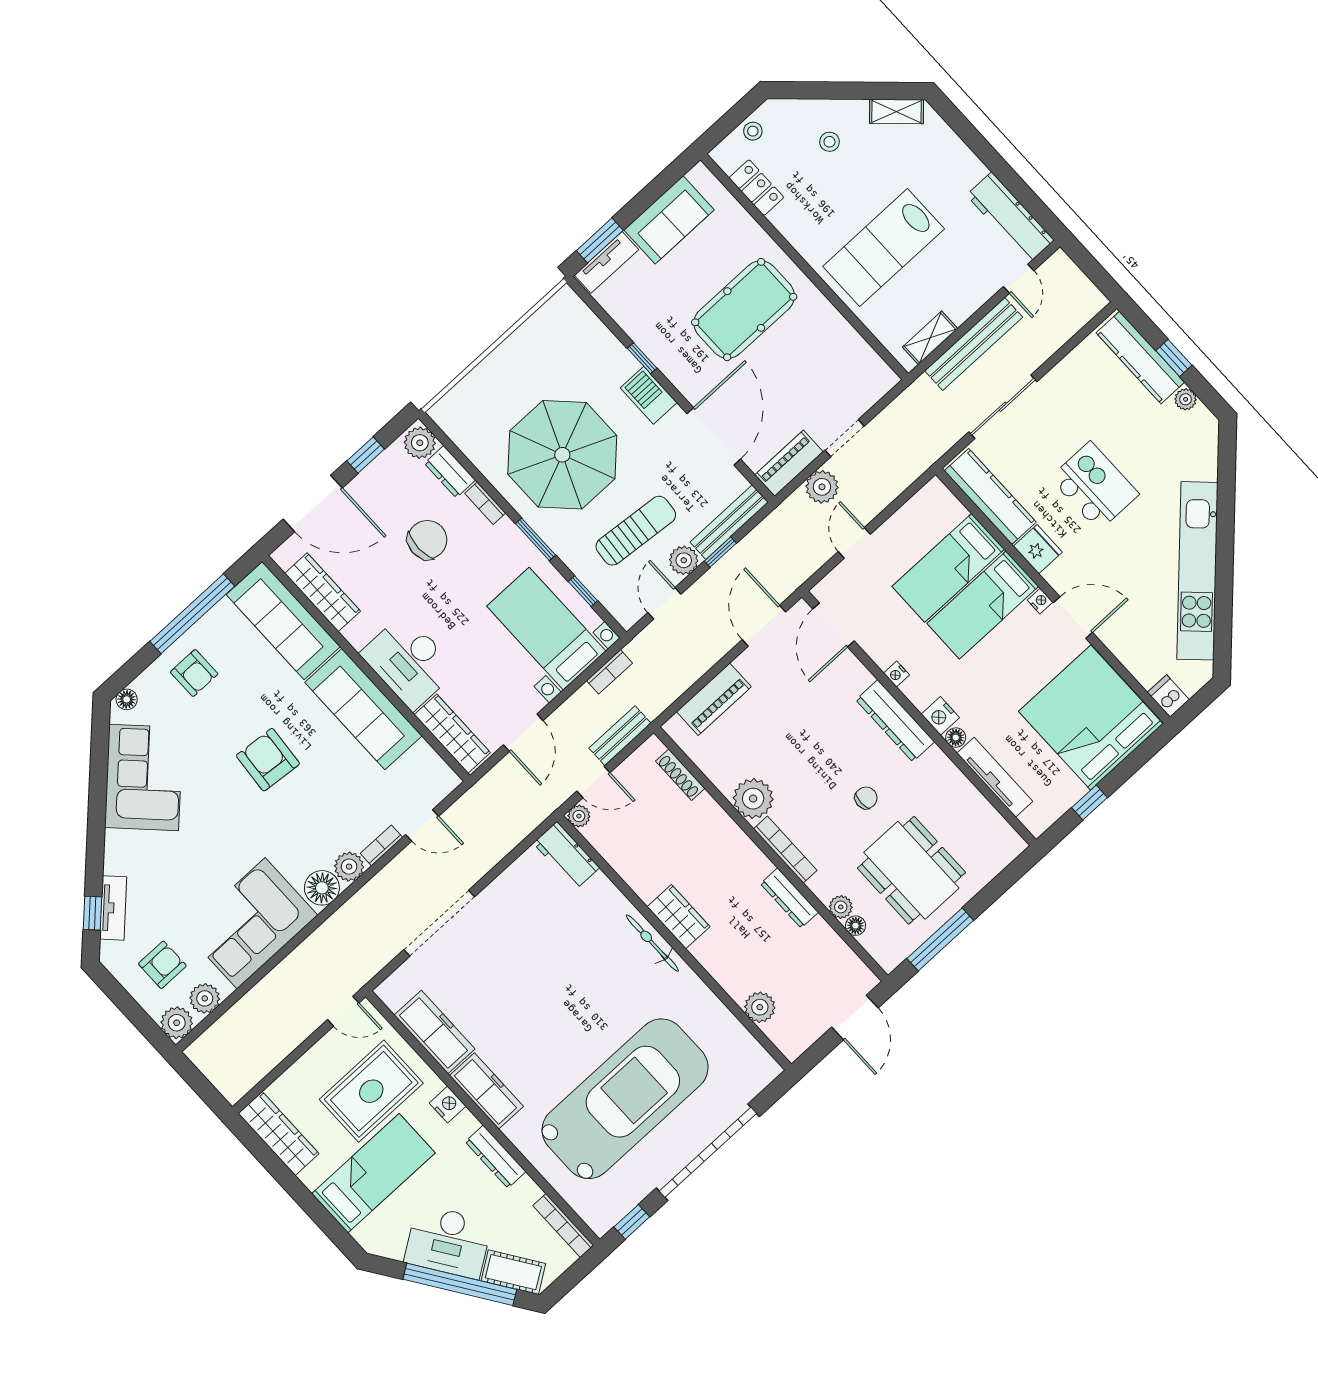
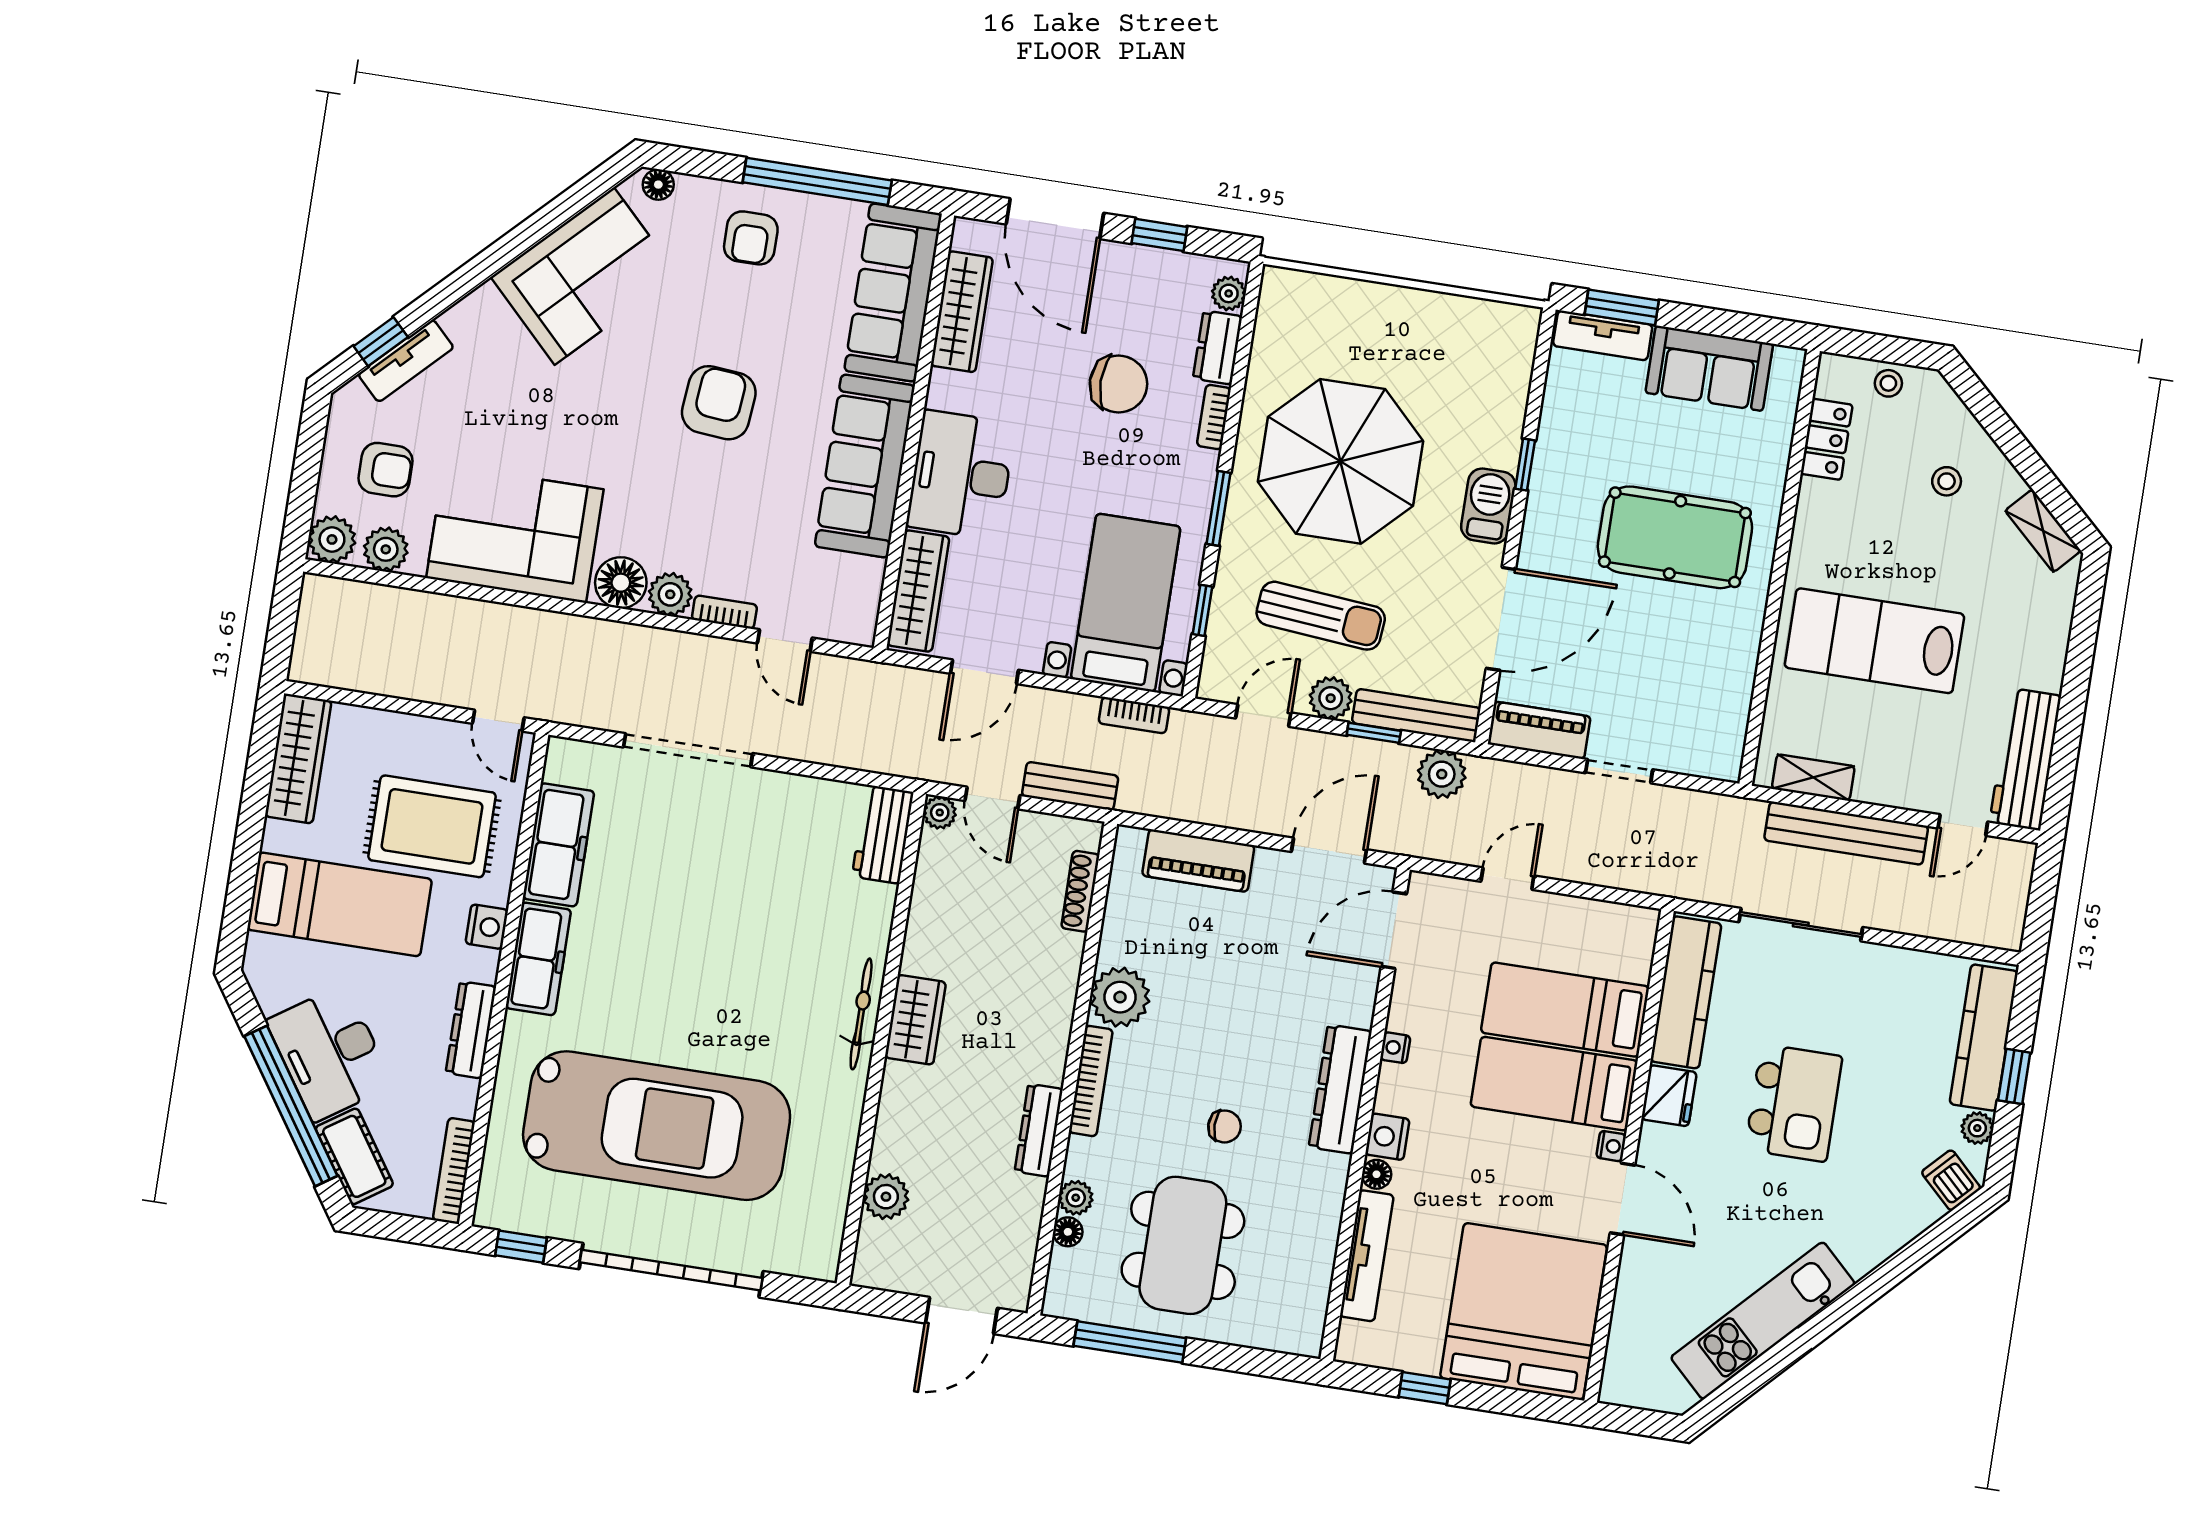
plant: (420, 443) -> (1229, 293), width x0.73, depth x0.73
plant: (822, 487) -> (1442, 774), moved
kitchen unit: (1197, 571) -> (1763, 1321), width x0.73
dishwasher: (1168, 696) -> (1951, 1180), moved, turned -46

